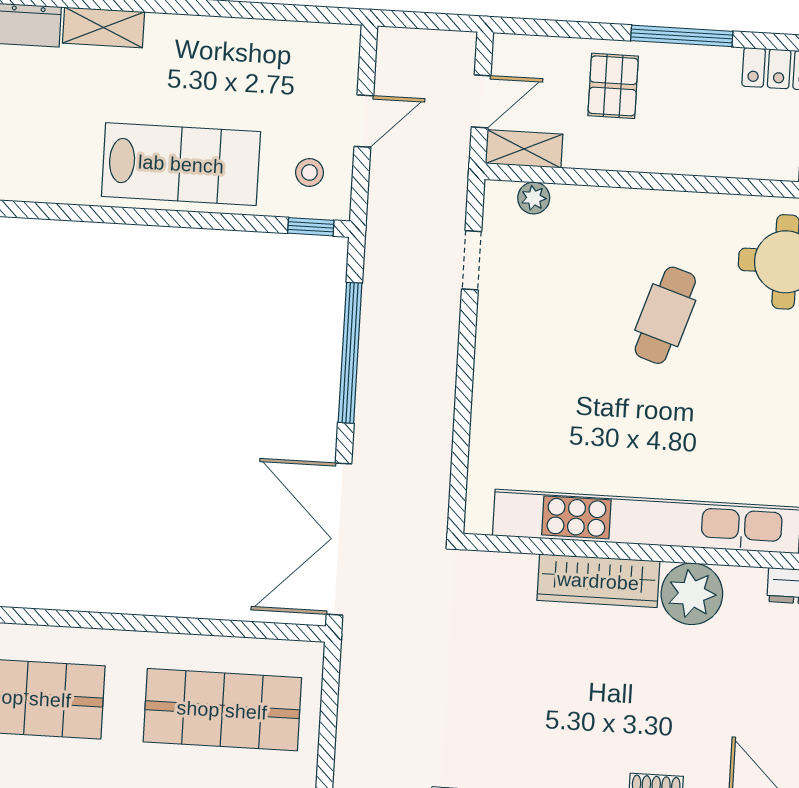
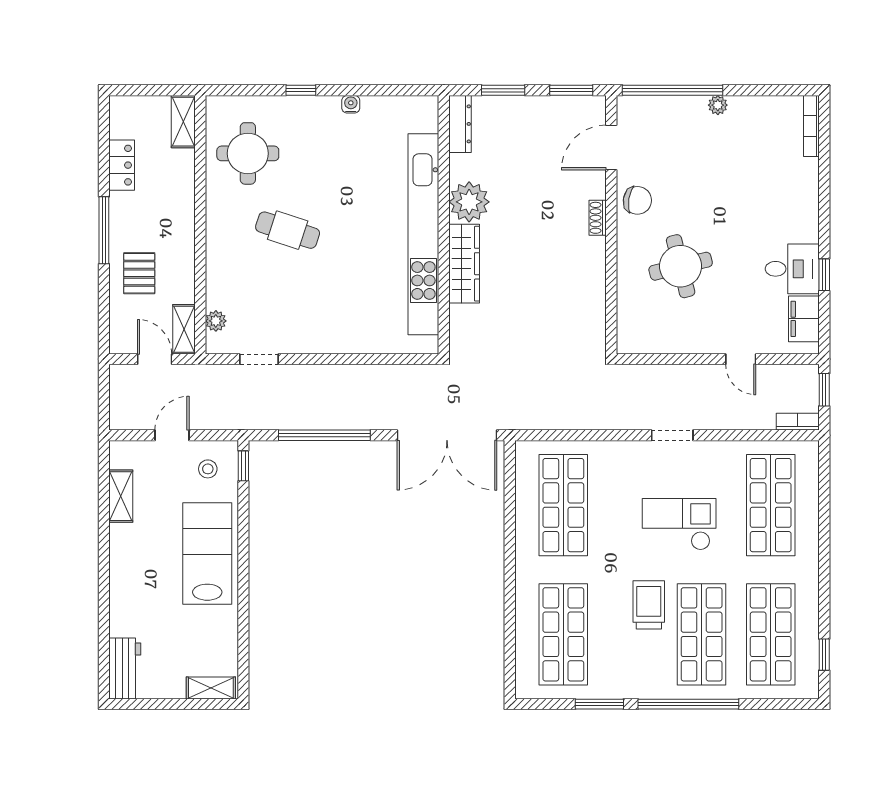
shelving: (103, 27) -> (121, 496), moved
pallet: (613, 86) -> (139, 273), turned 90
door: (364, 121) -> (172, 435), hinge flipped

